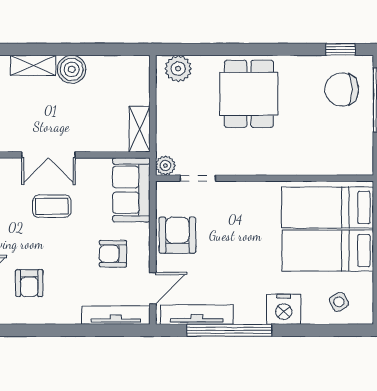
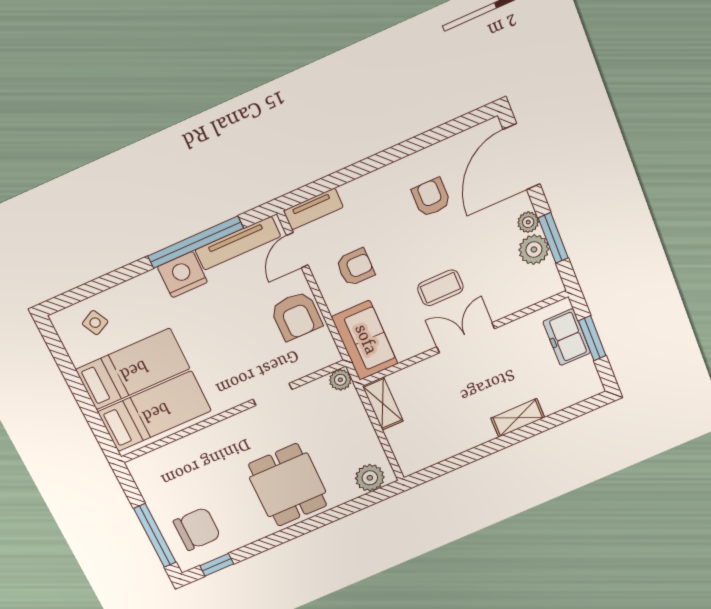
boiler: (72, 69) -> (477, 431), removed
doorway: (198, 178) -> (272, 394), moved
nightstand: (284, 309) -> (182, 275), moved
tv unit: (116, 315) -> (313, 209), width x0.71

